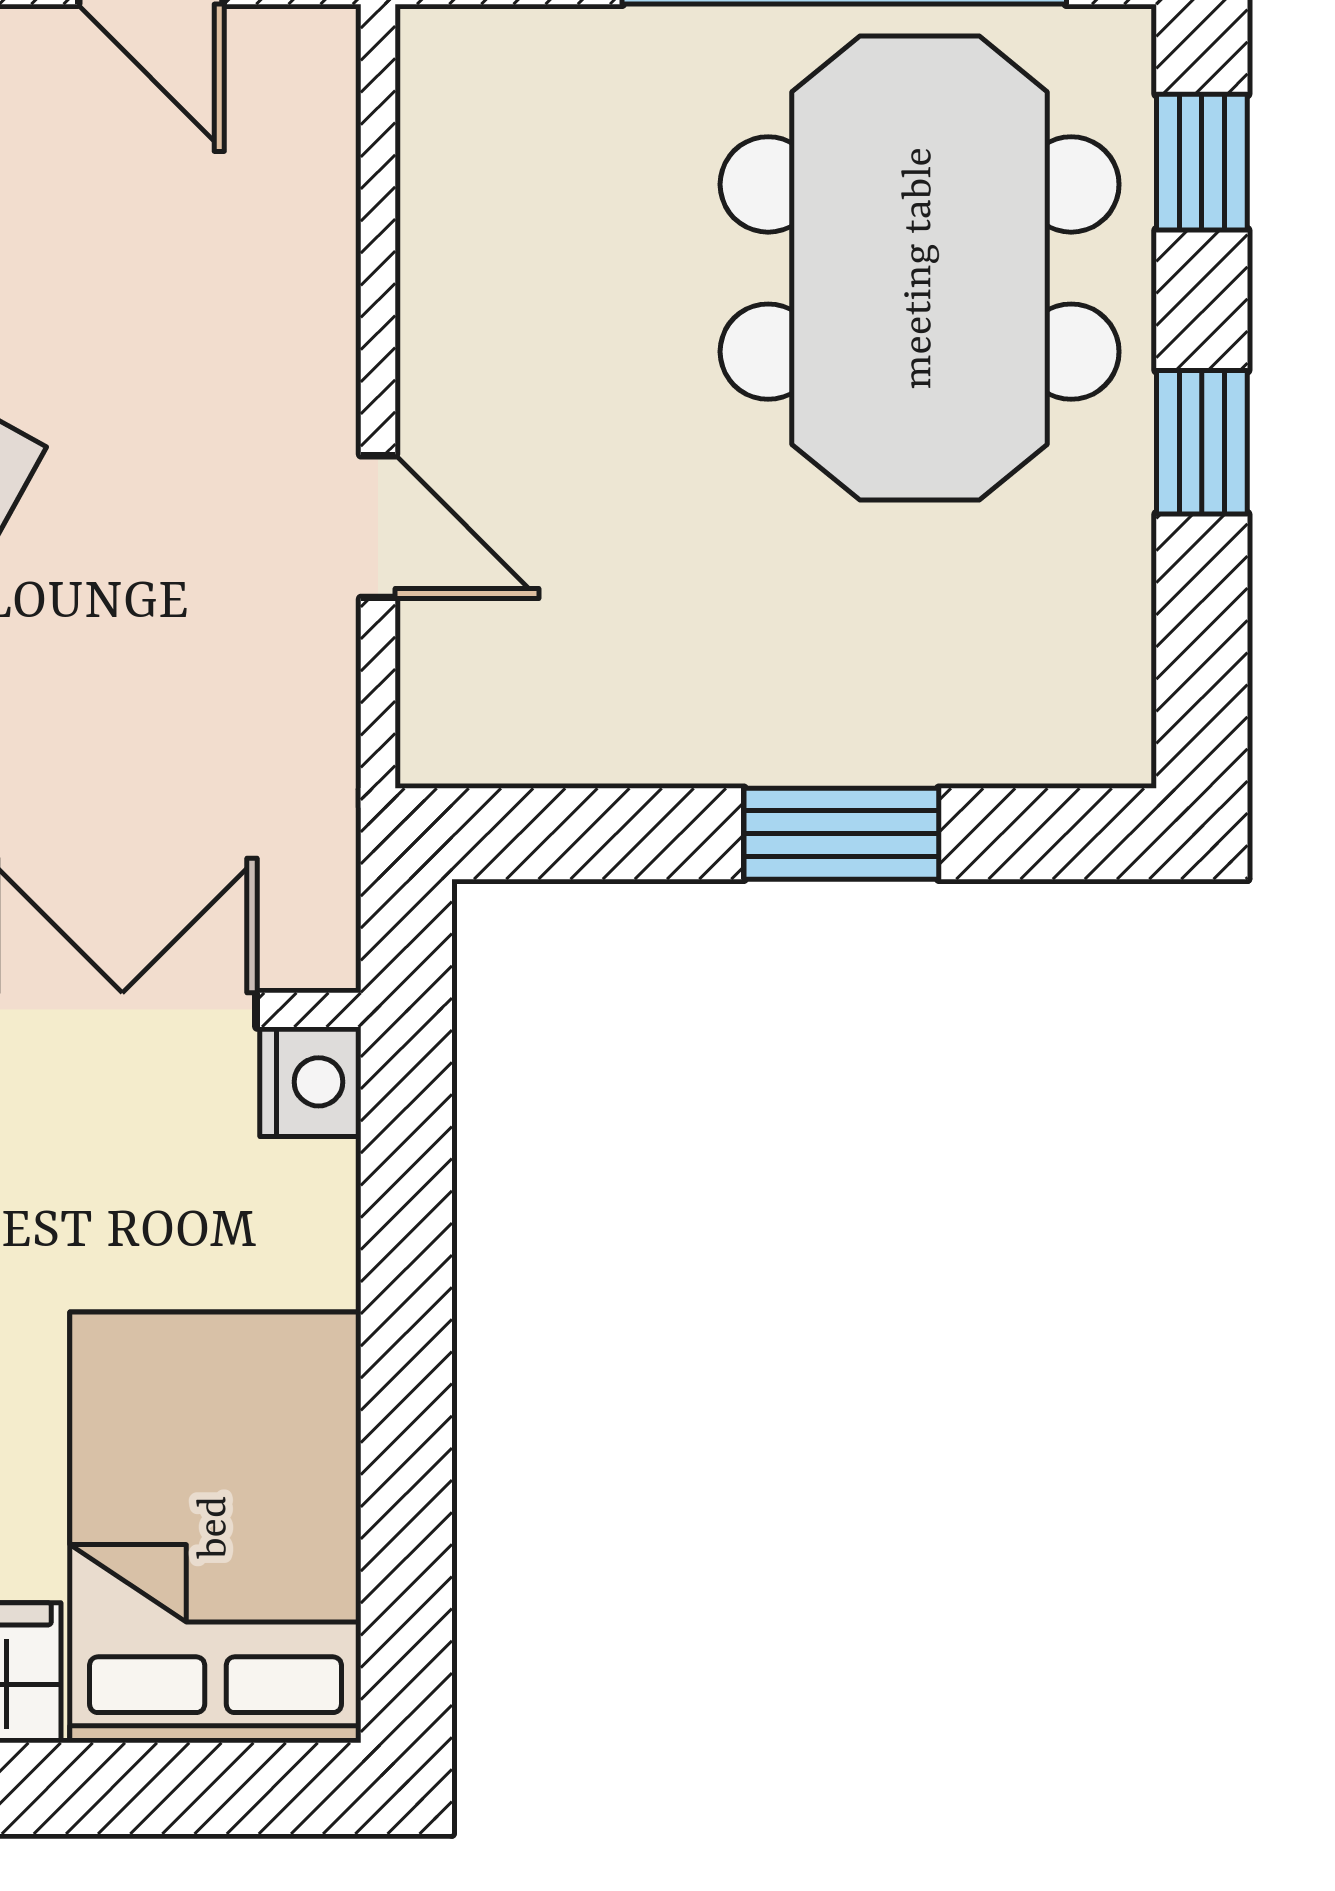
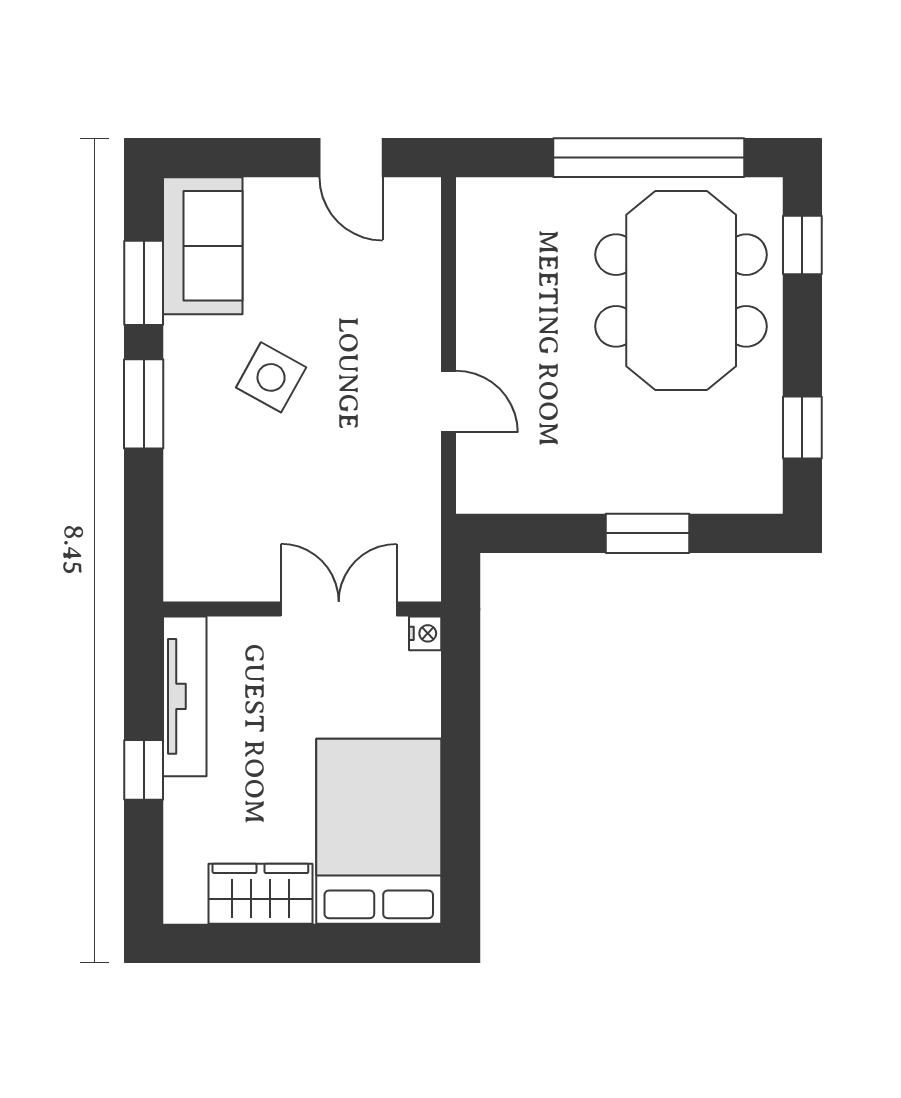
window: (1202, 442) -> (802, 427), moved
nightstand: (310, 1082) -> (425, 633), width x0.72, depth x0.74

